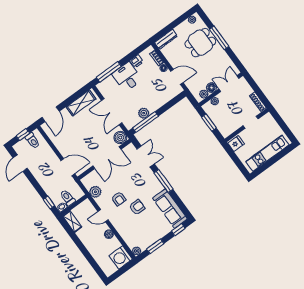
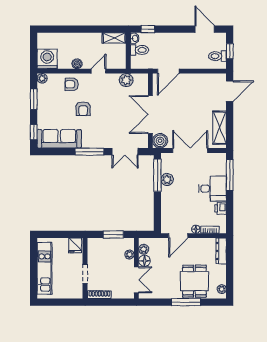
door: (51, 114) -> (230, 91), swing flipped
armchair: (119, 199) -> (72, 84), moved

